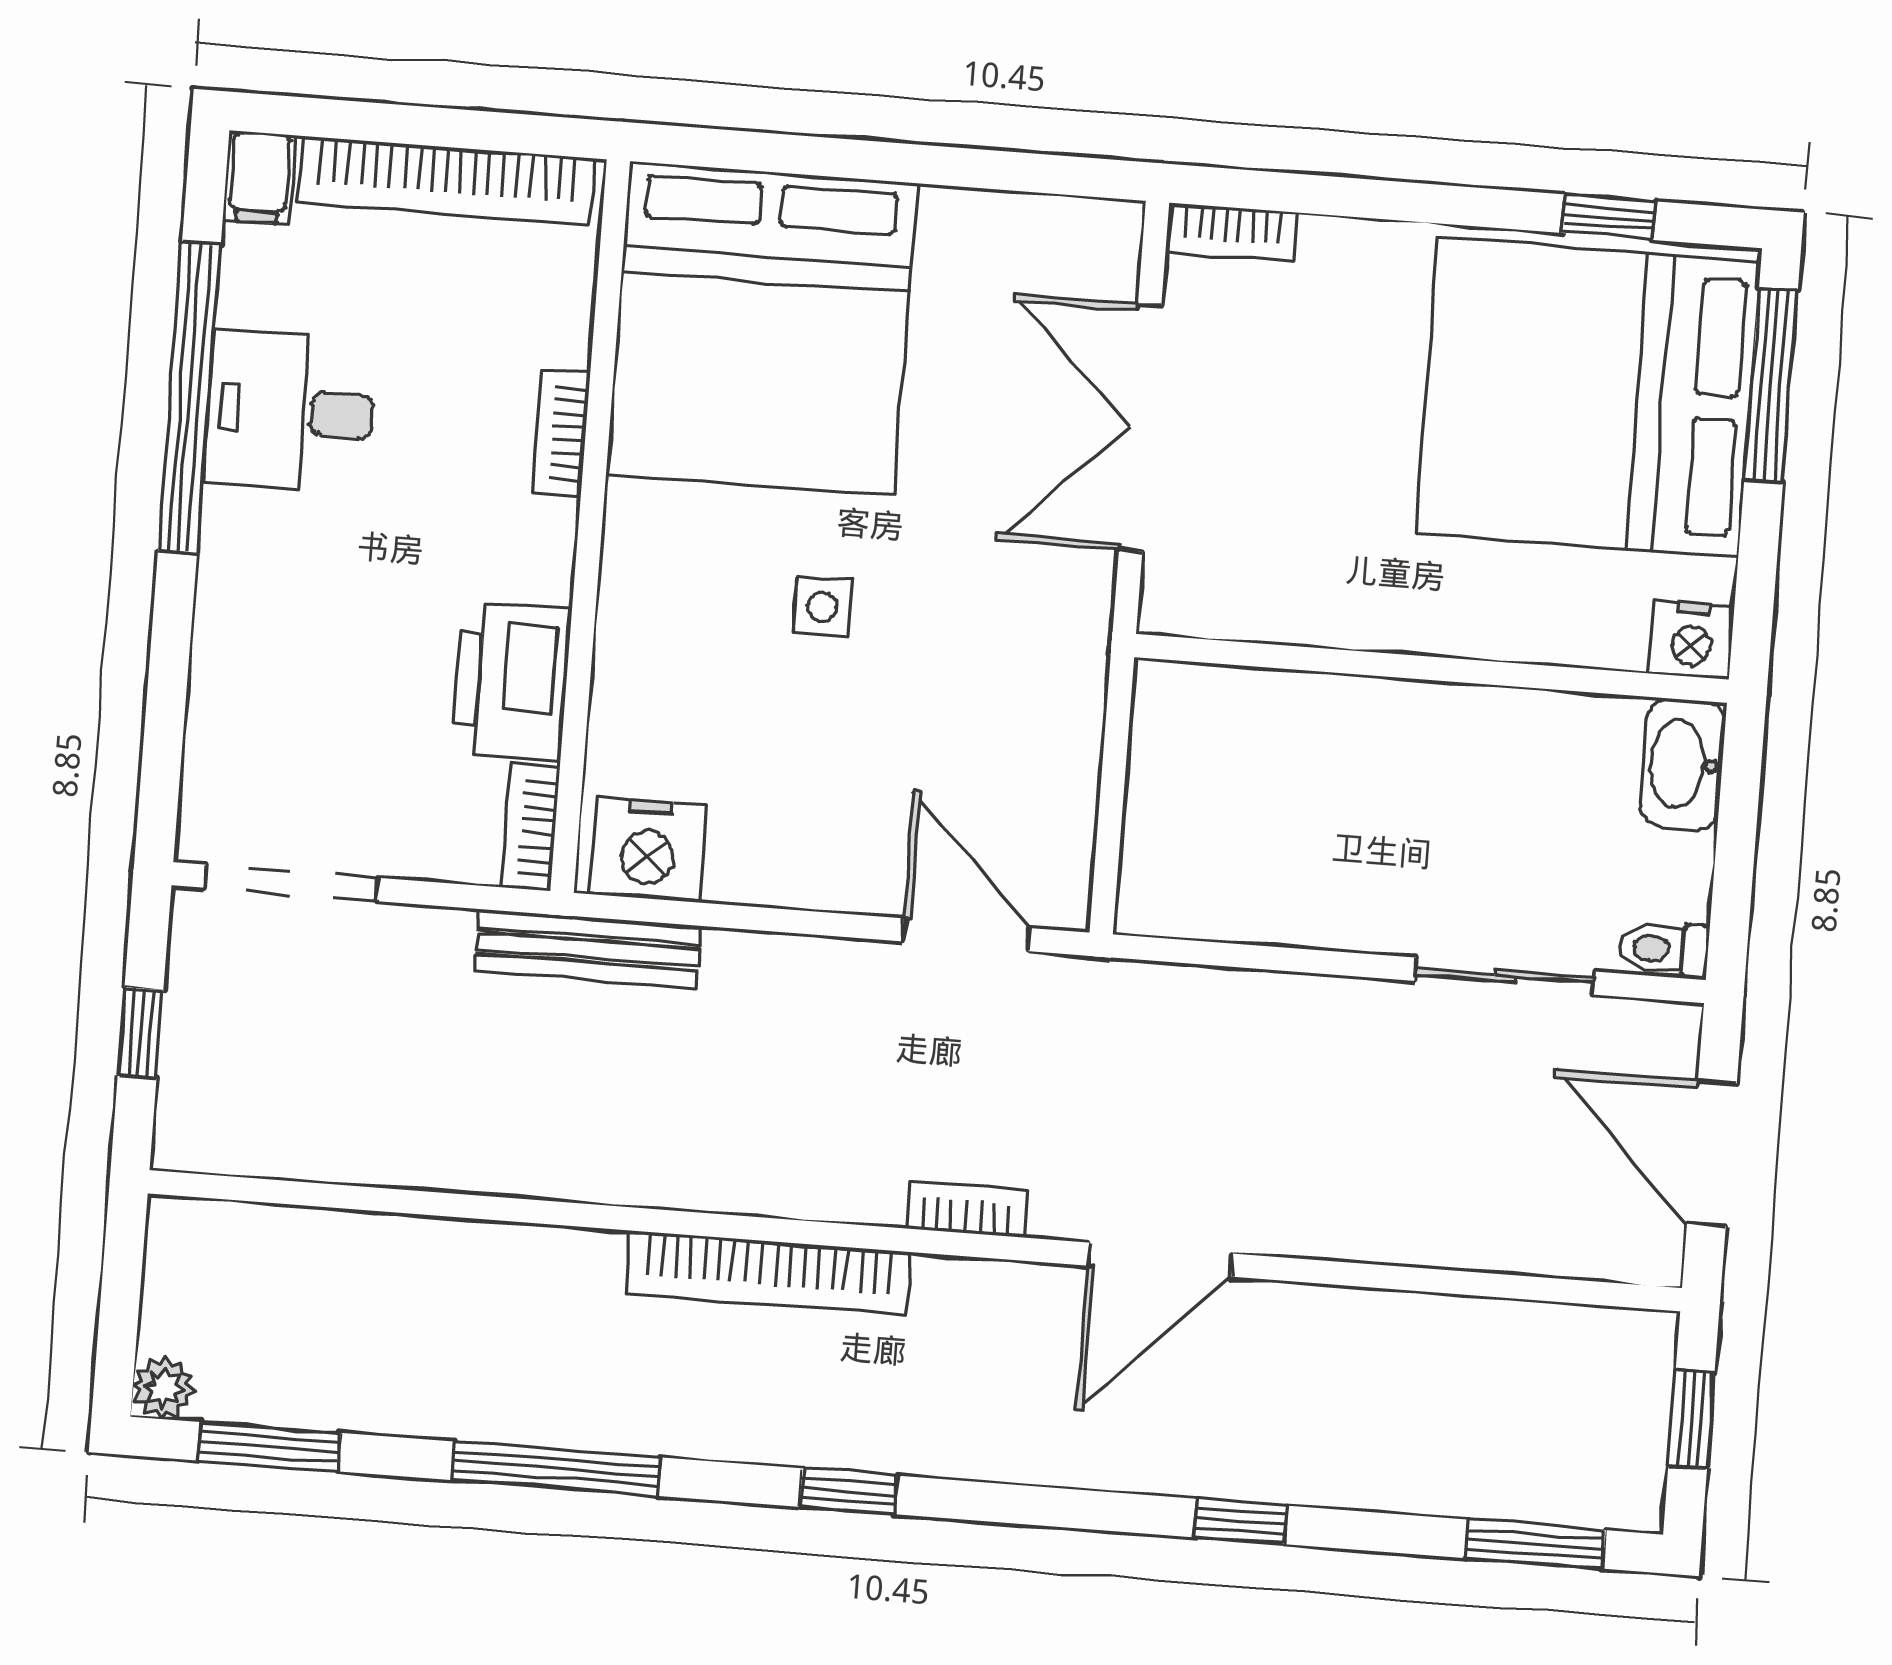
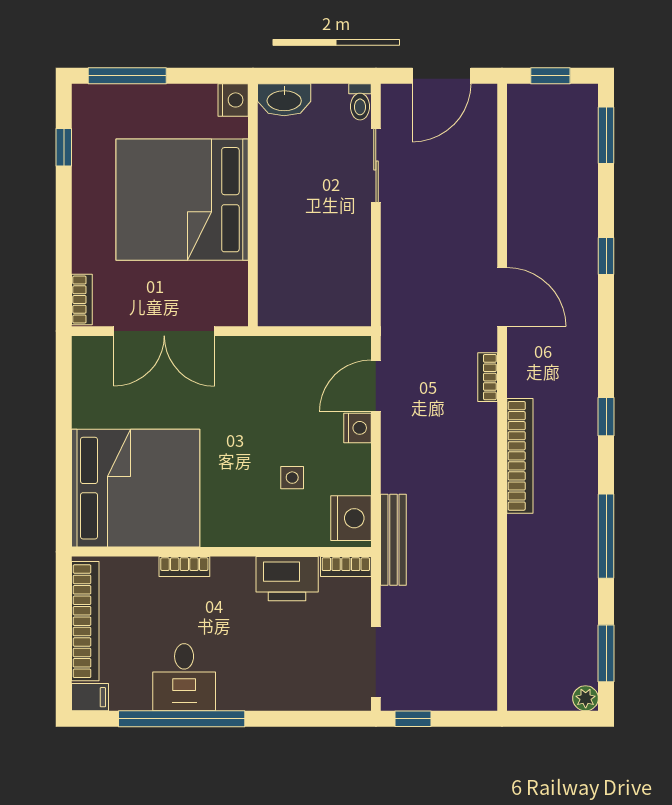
bed: (1588, 397) -> (182, 200), moved, turned 90
side table: (823, 607) -> (292, 478), moved
nightstand: (867, 882) -> (357, 428), added
window: (141, 1032) -> (413, 719), moved

